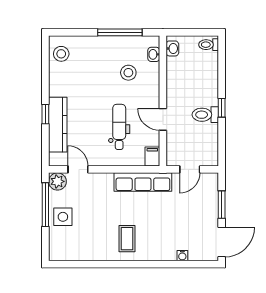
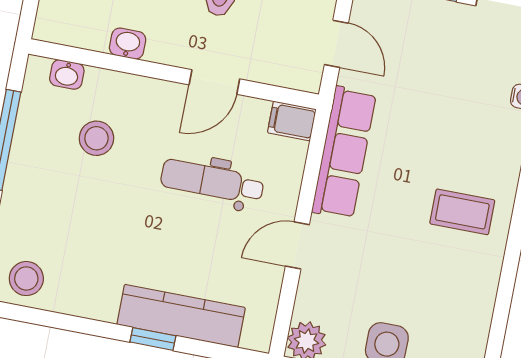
washbasin: (172, 48) -> (128, 44), moved
door: (78, 169) -> (297, 245), moved

